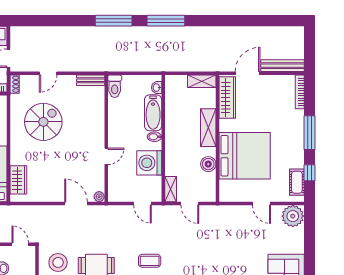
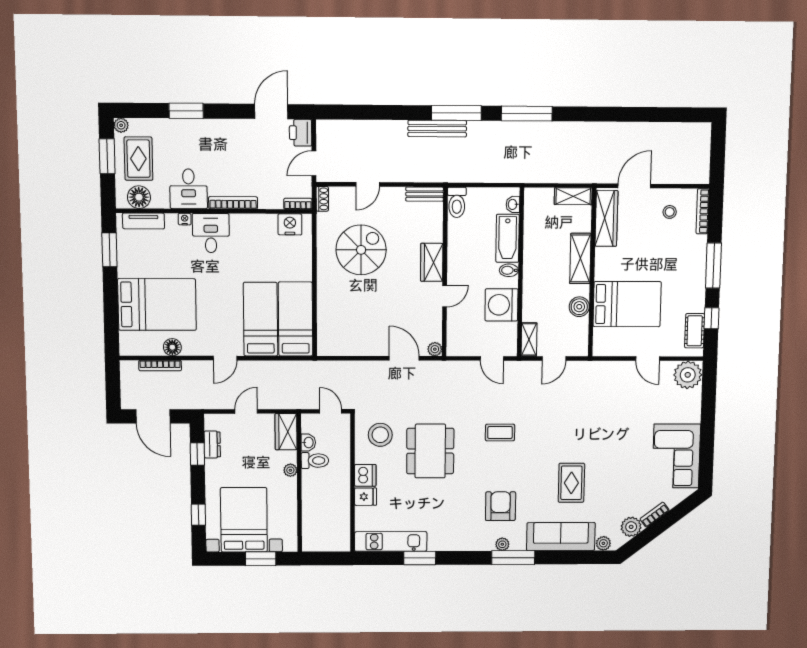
bench: (282, 66) -> (437, 129), moved
stool: (275, 93) -> (670, 212), added
bed: (245, 156) -> (627, 304), width x0.73
wardrobe: (18, 180) -> (432, 262), moved, turned 180
door: (190, 204) -> (554, 358), hinge flipped

